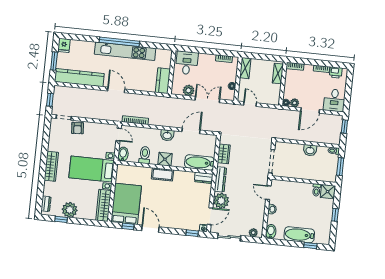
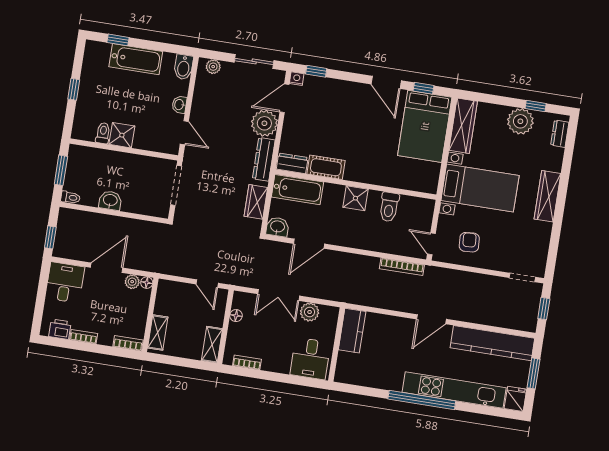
kitchen unit: (125, 51) -> (454, 390), moved
door: (116, 90) -> (431, 319), hinge flipped
armchair: (78, 128) -> (469, 242), moved
washbasin: (167, 135) -> (277, 227), moved
bidet: (123, 154) -> (426, 210), removed
cot: (162, 174) -> (326, 167), moved
shower: (328, 192) -> (122, 135), moved

